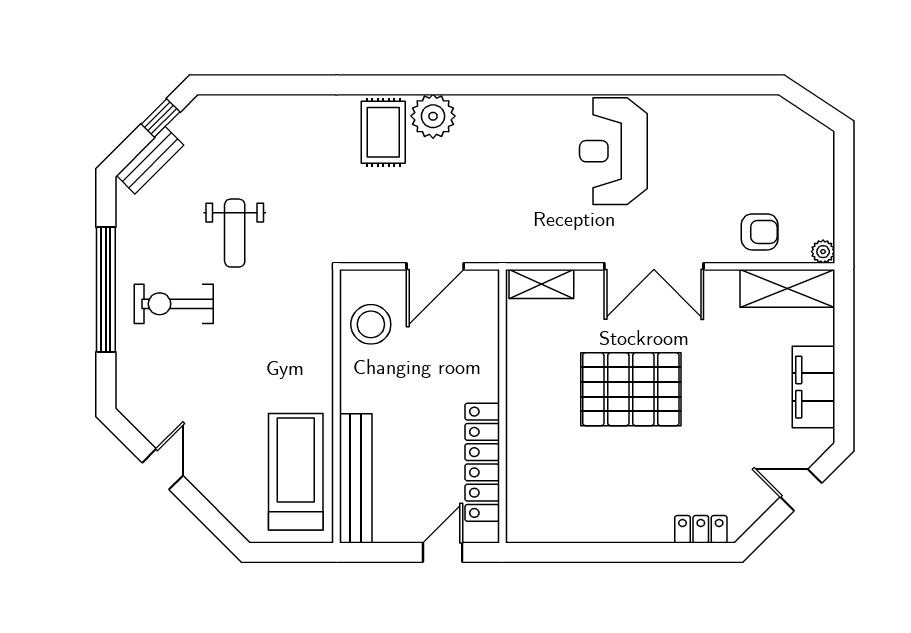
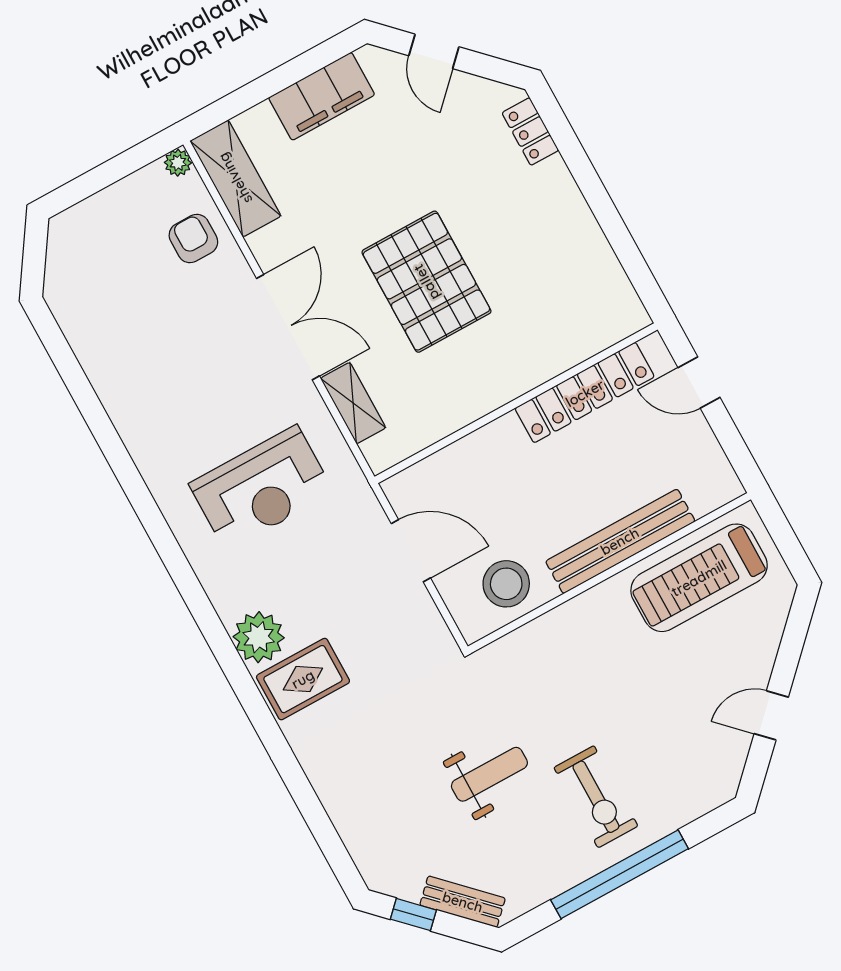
reception desk: (613, 151) -> (261, 488), moved
shelving: (541, 284) -> (353, 403), moved
bench: (356, 478) -> (620, 541), moved

